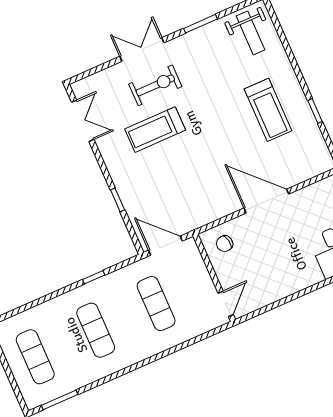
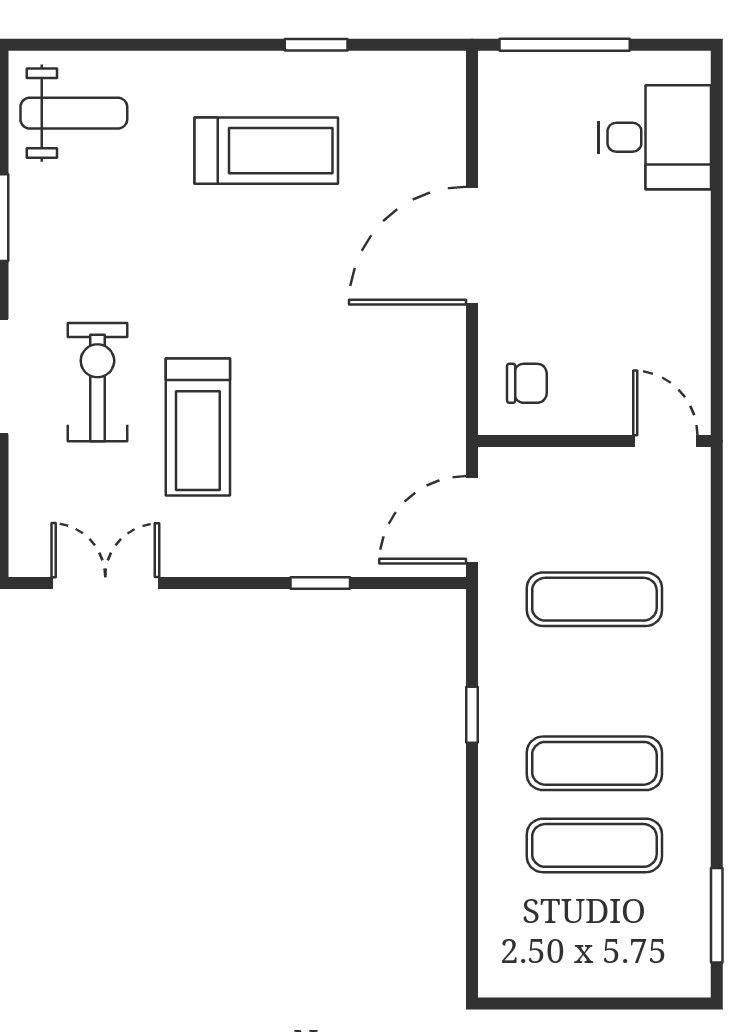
chair: (225, 244) -> (527, 383), turned -79
exercise mat: (35, 357) -> (594, 845), moved

